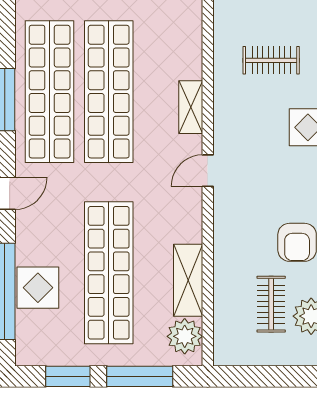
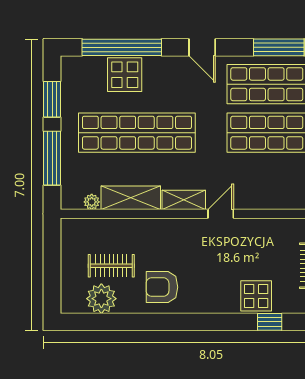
shelving: (191, 107) -> (184, 200), moved
door: (208, 171) -> (221, 214), hinge flipped
plant: (185, 336) -> (92, 202), width x0.53, depth x0.53

